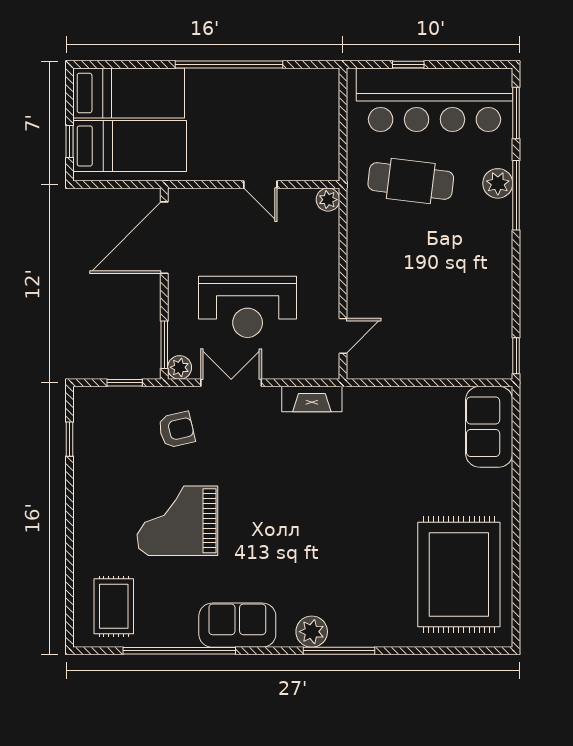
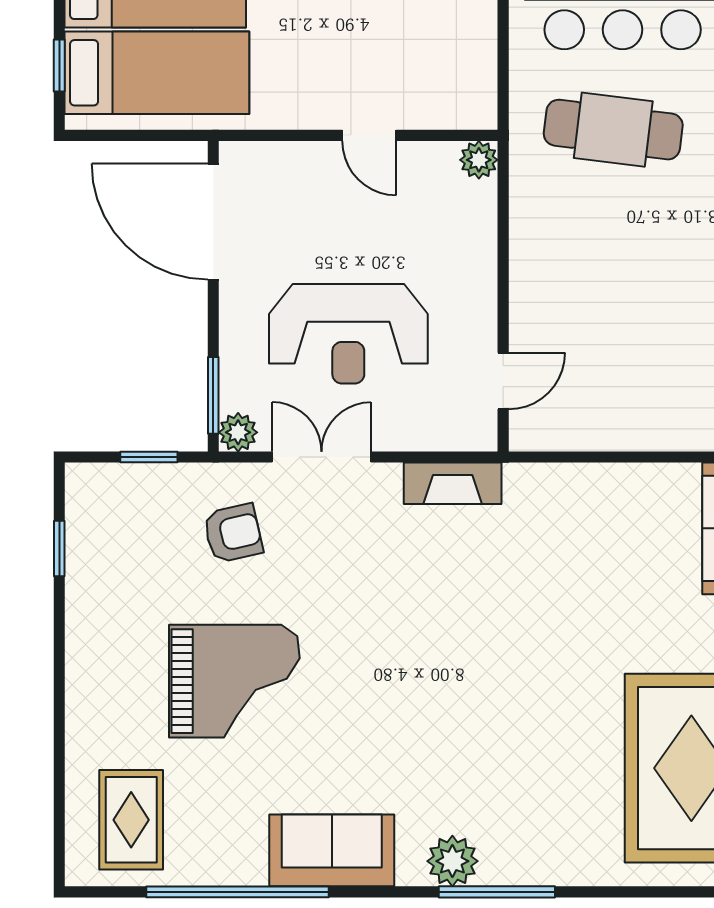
door: (164, 238) -> (213, 222), hinge flipped
grand piano: (177, 521) -> (234, 681), turned 180

